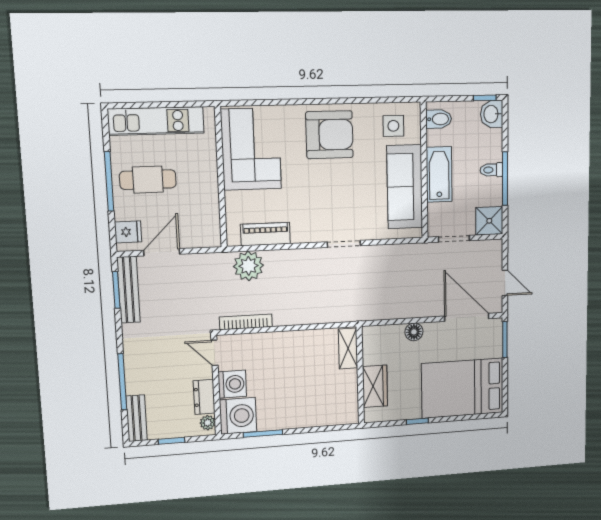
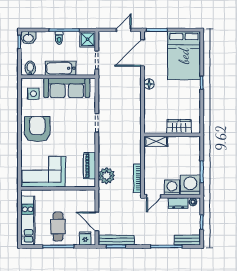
shelving: (348, 349) -> (156, 141), moved
wall: (360, 375) -> (172, 135), moved
wardrobe: (375, 386) -> (179, 126), moved

